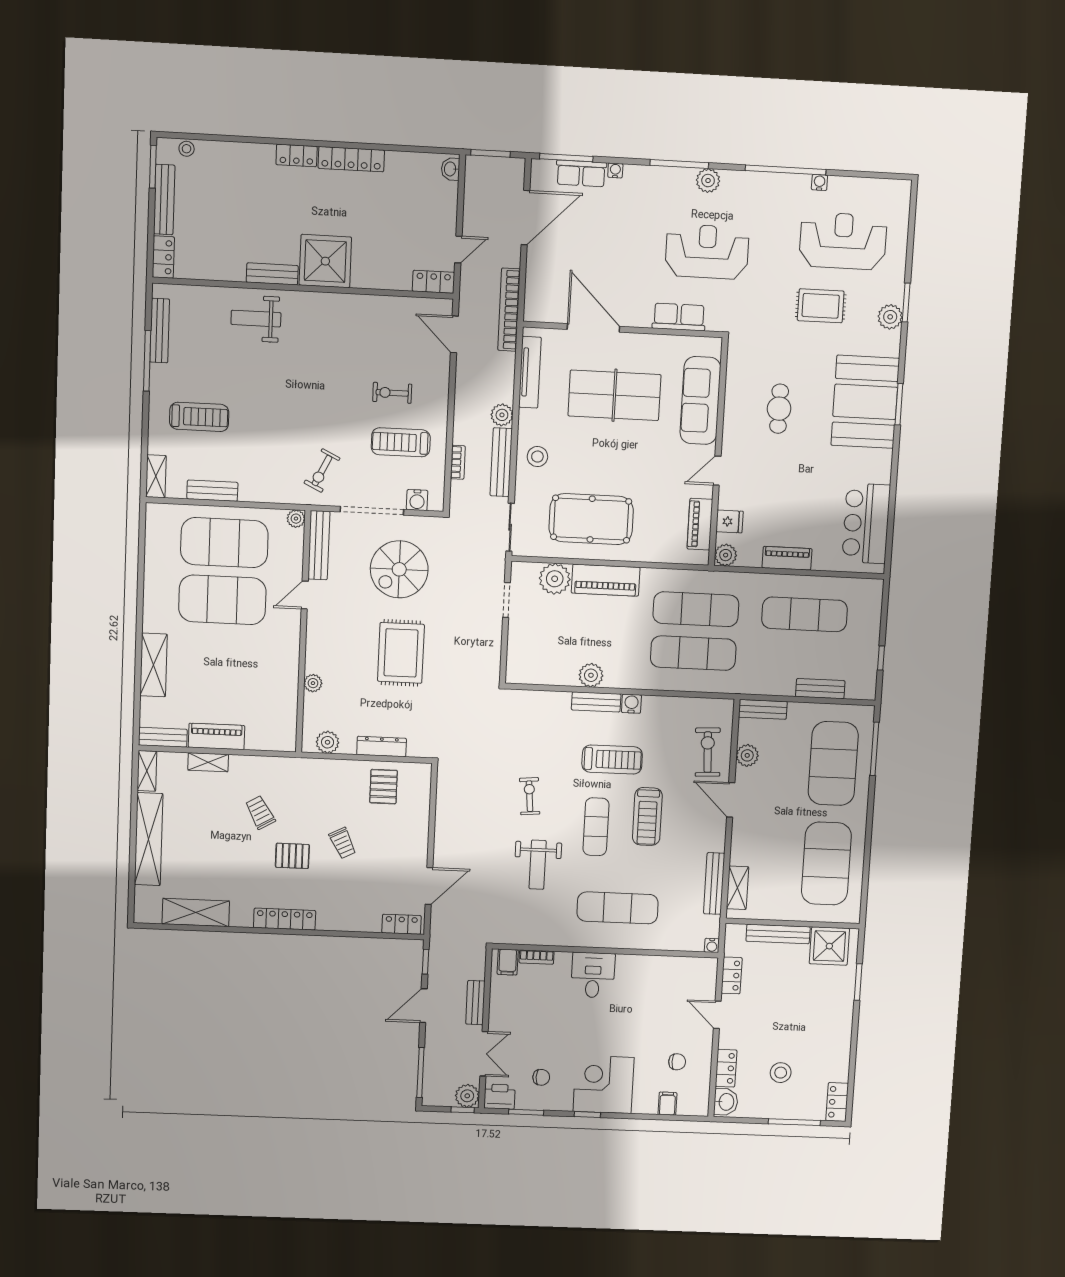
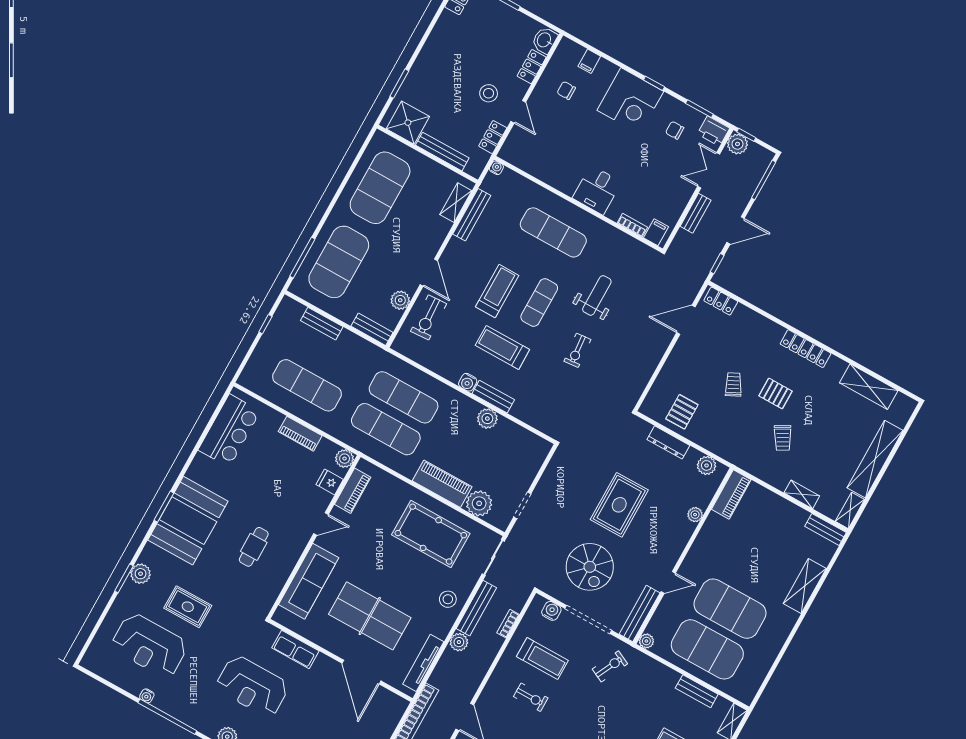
spiral stairs: (399, 569) -> (590, 567), turned 90
piano: (216, 736) -> (731, 494), moved, turned -90
stool: (781, 1073) -> (489, 93), moved

